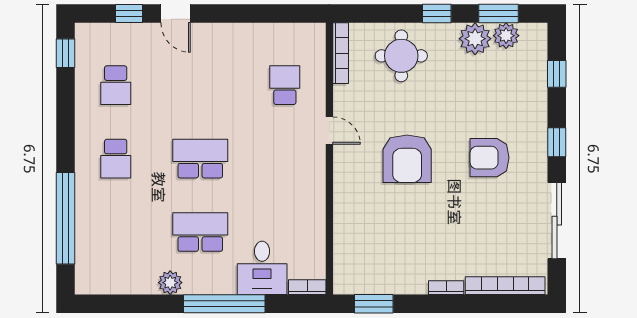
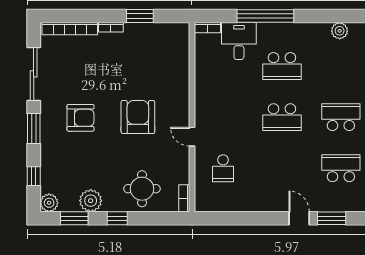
window: (129, 13) -> (332, 218), width x1.50
plant: (506, 36) -> (49, 203), moved
bookcase: (341, 53) -> (184, 198), width x0.64
school desk: (116, 85) -> (341, 168), width x1.85
window: (557, 142) -> (34, 129), width x1.50
school desk: (116, 159) -> (341, 117), width x1.85
plant: (170, 283) -> (340, 31), moved
window: (374, 304) -> (140, 16), moved

